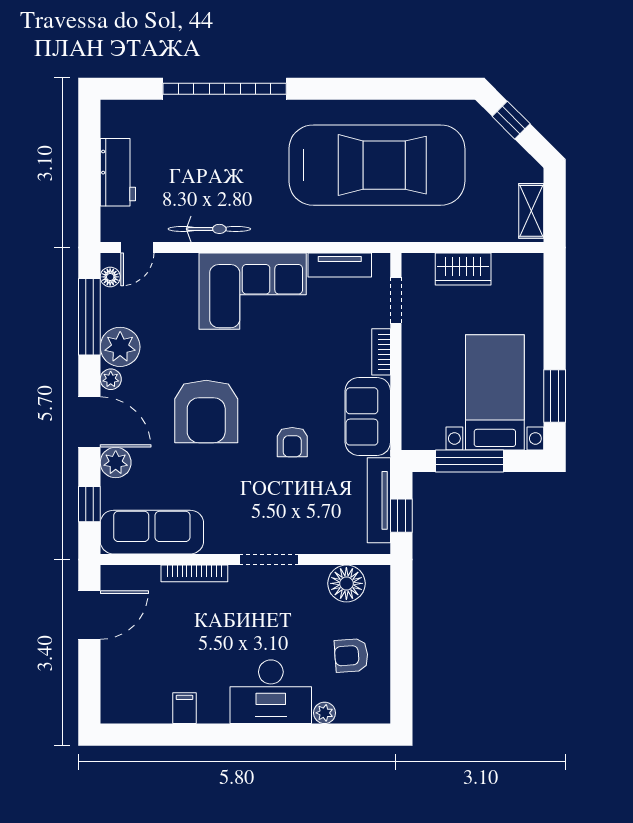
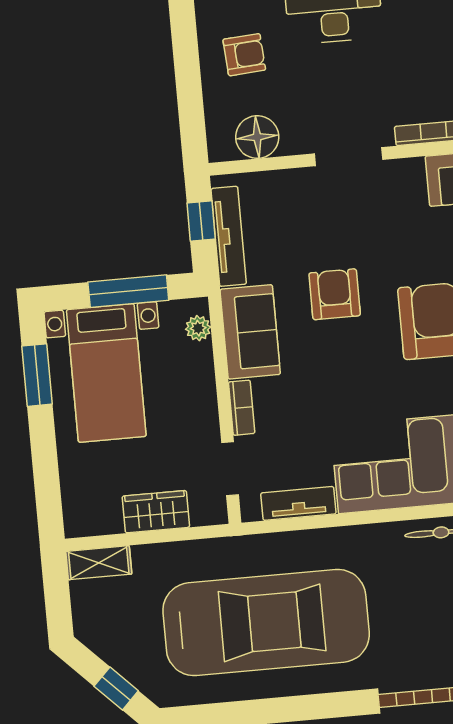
car: (377, 165) -> (266, 623), turned 180
shelving: (531, 211) -> (99, 563), moved, turned 90
plant: (412, 424) -> (198, 328), added
armchair: (292, 442) -> (335, 294), width x1.38, depth x1.38

